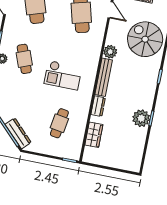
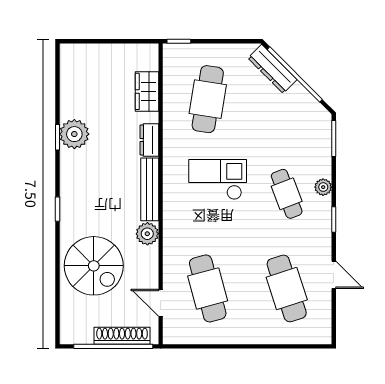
cafe table: (59, 123) -> (208, 99), width x1.37, depth x1.35

